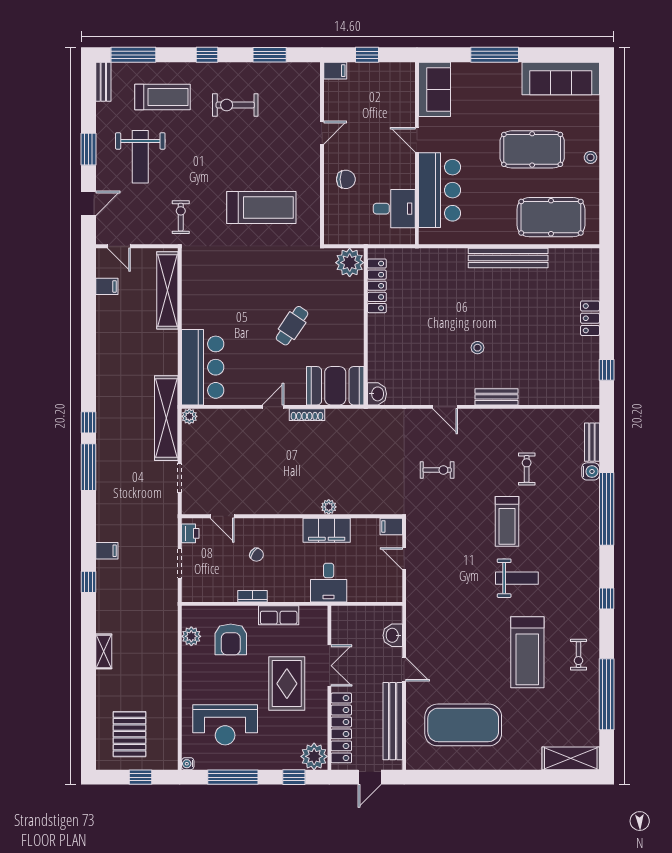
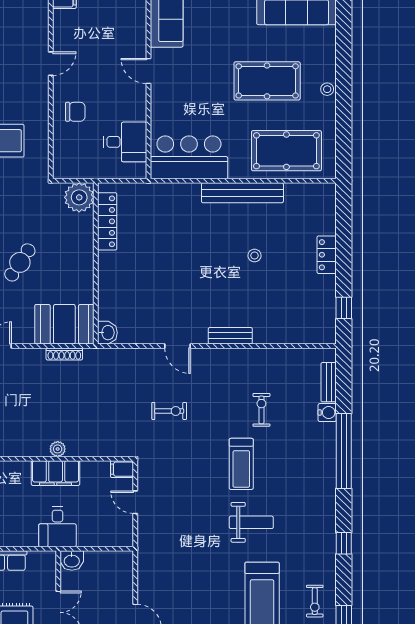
bar counter: (440, 190) -> (189, 157), moved, turned -90
stool: (478, 348) -> (254, 256), moved
shoe rack: (307, 415) -> (64, 354), moved
washbasin: (393, 635) -> (72, 561), moved, turned -90

